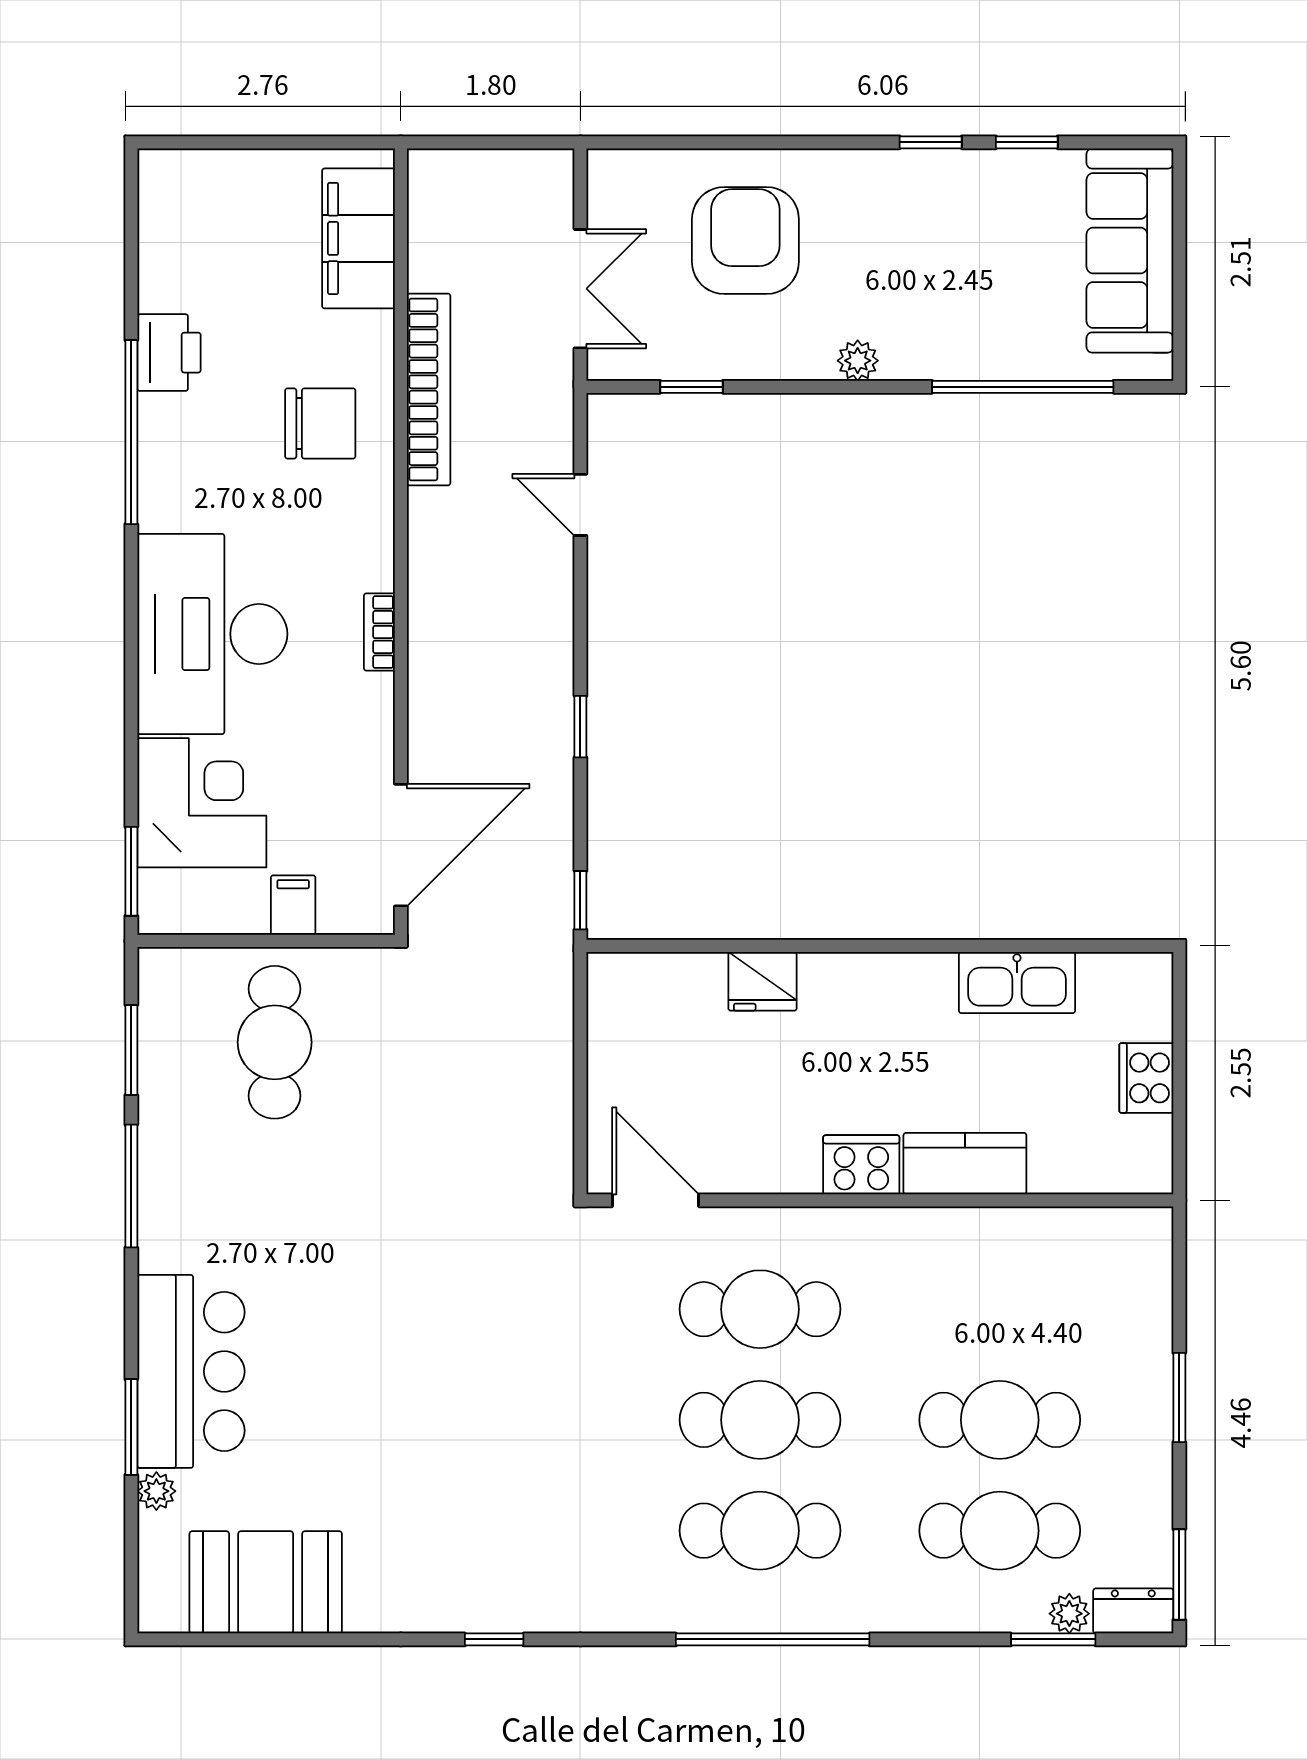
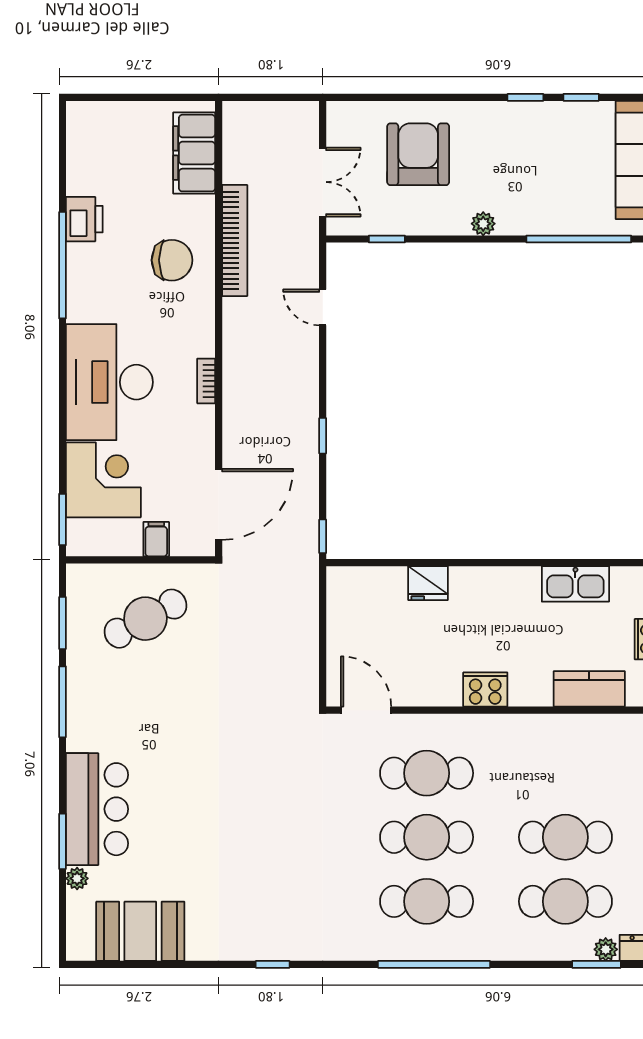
cafe table: (275, 1042) -> (145, 619), turned 62
kitchen counter: (965, 1164) -> (589, 689), moved

